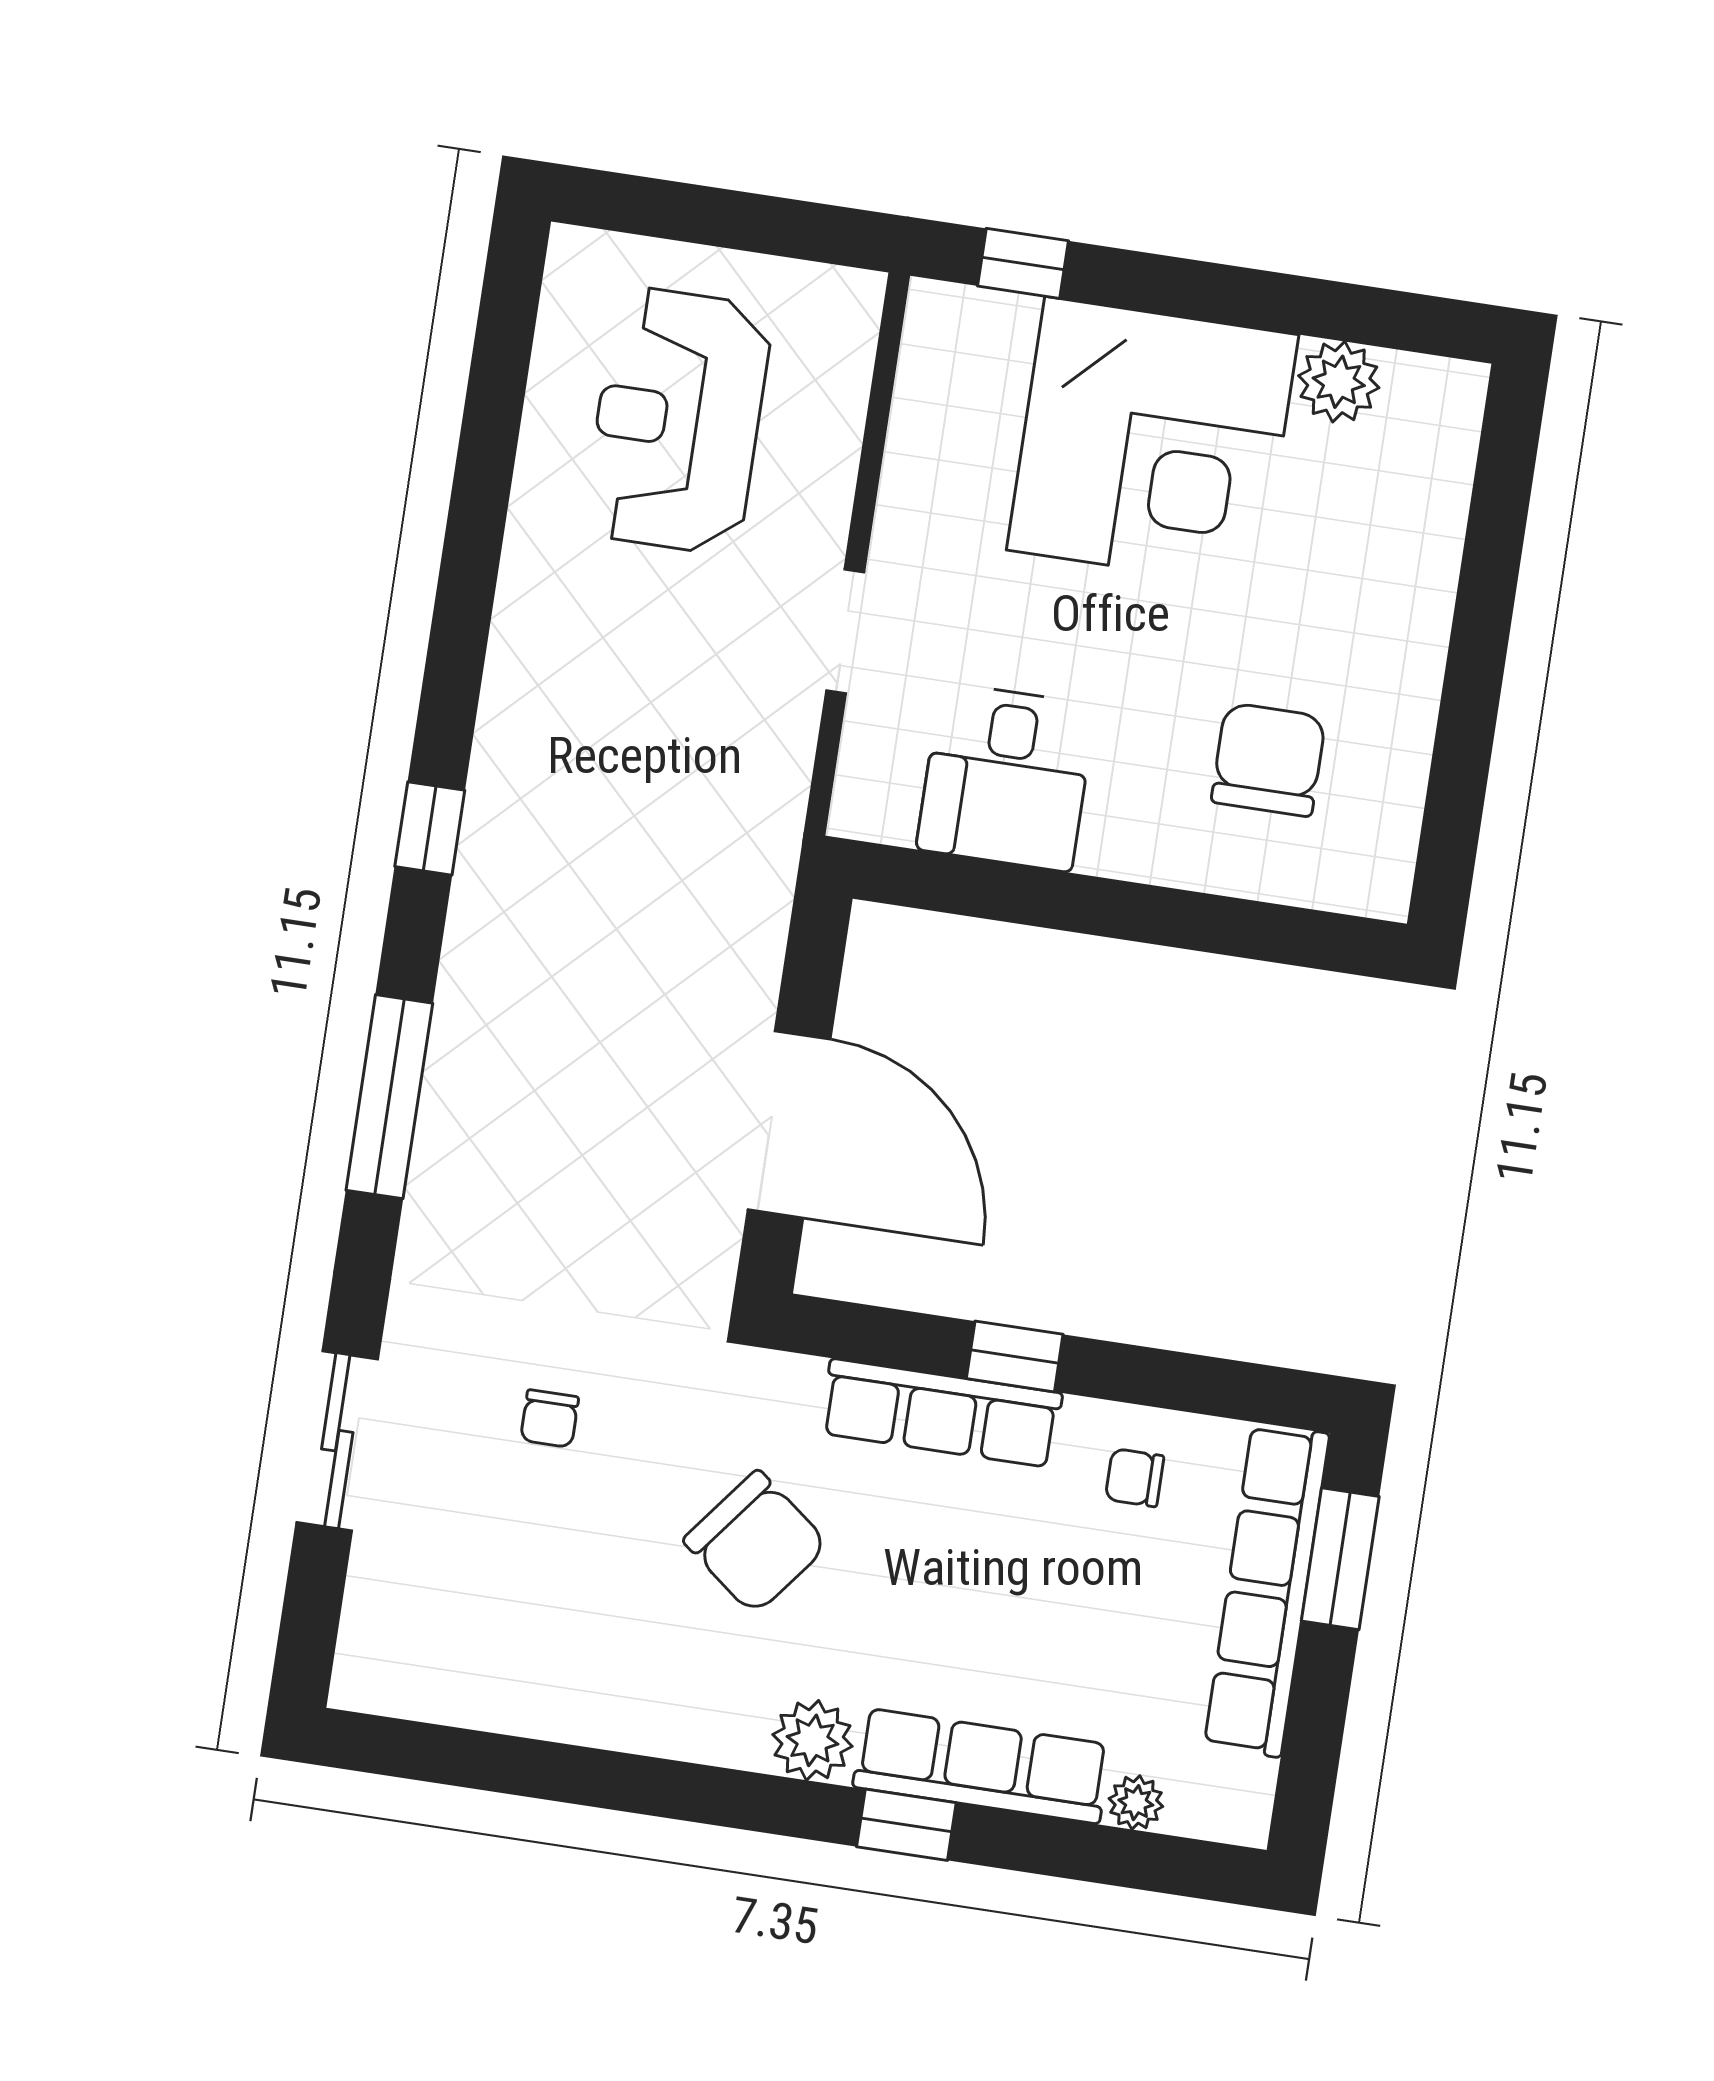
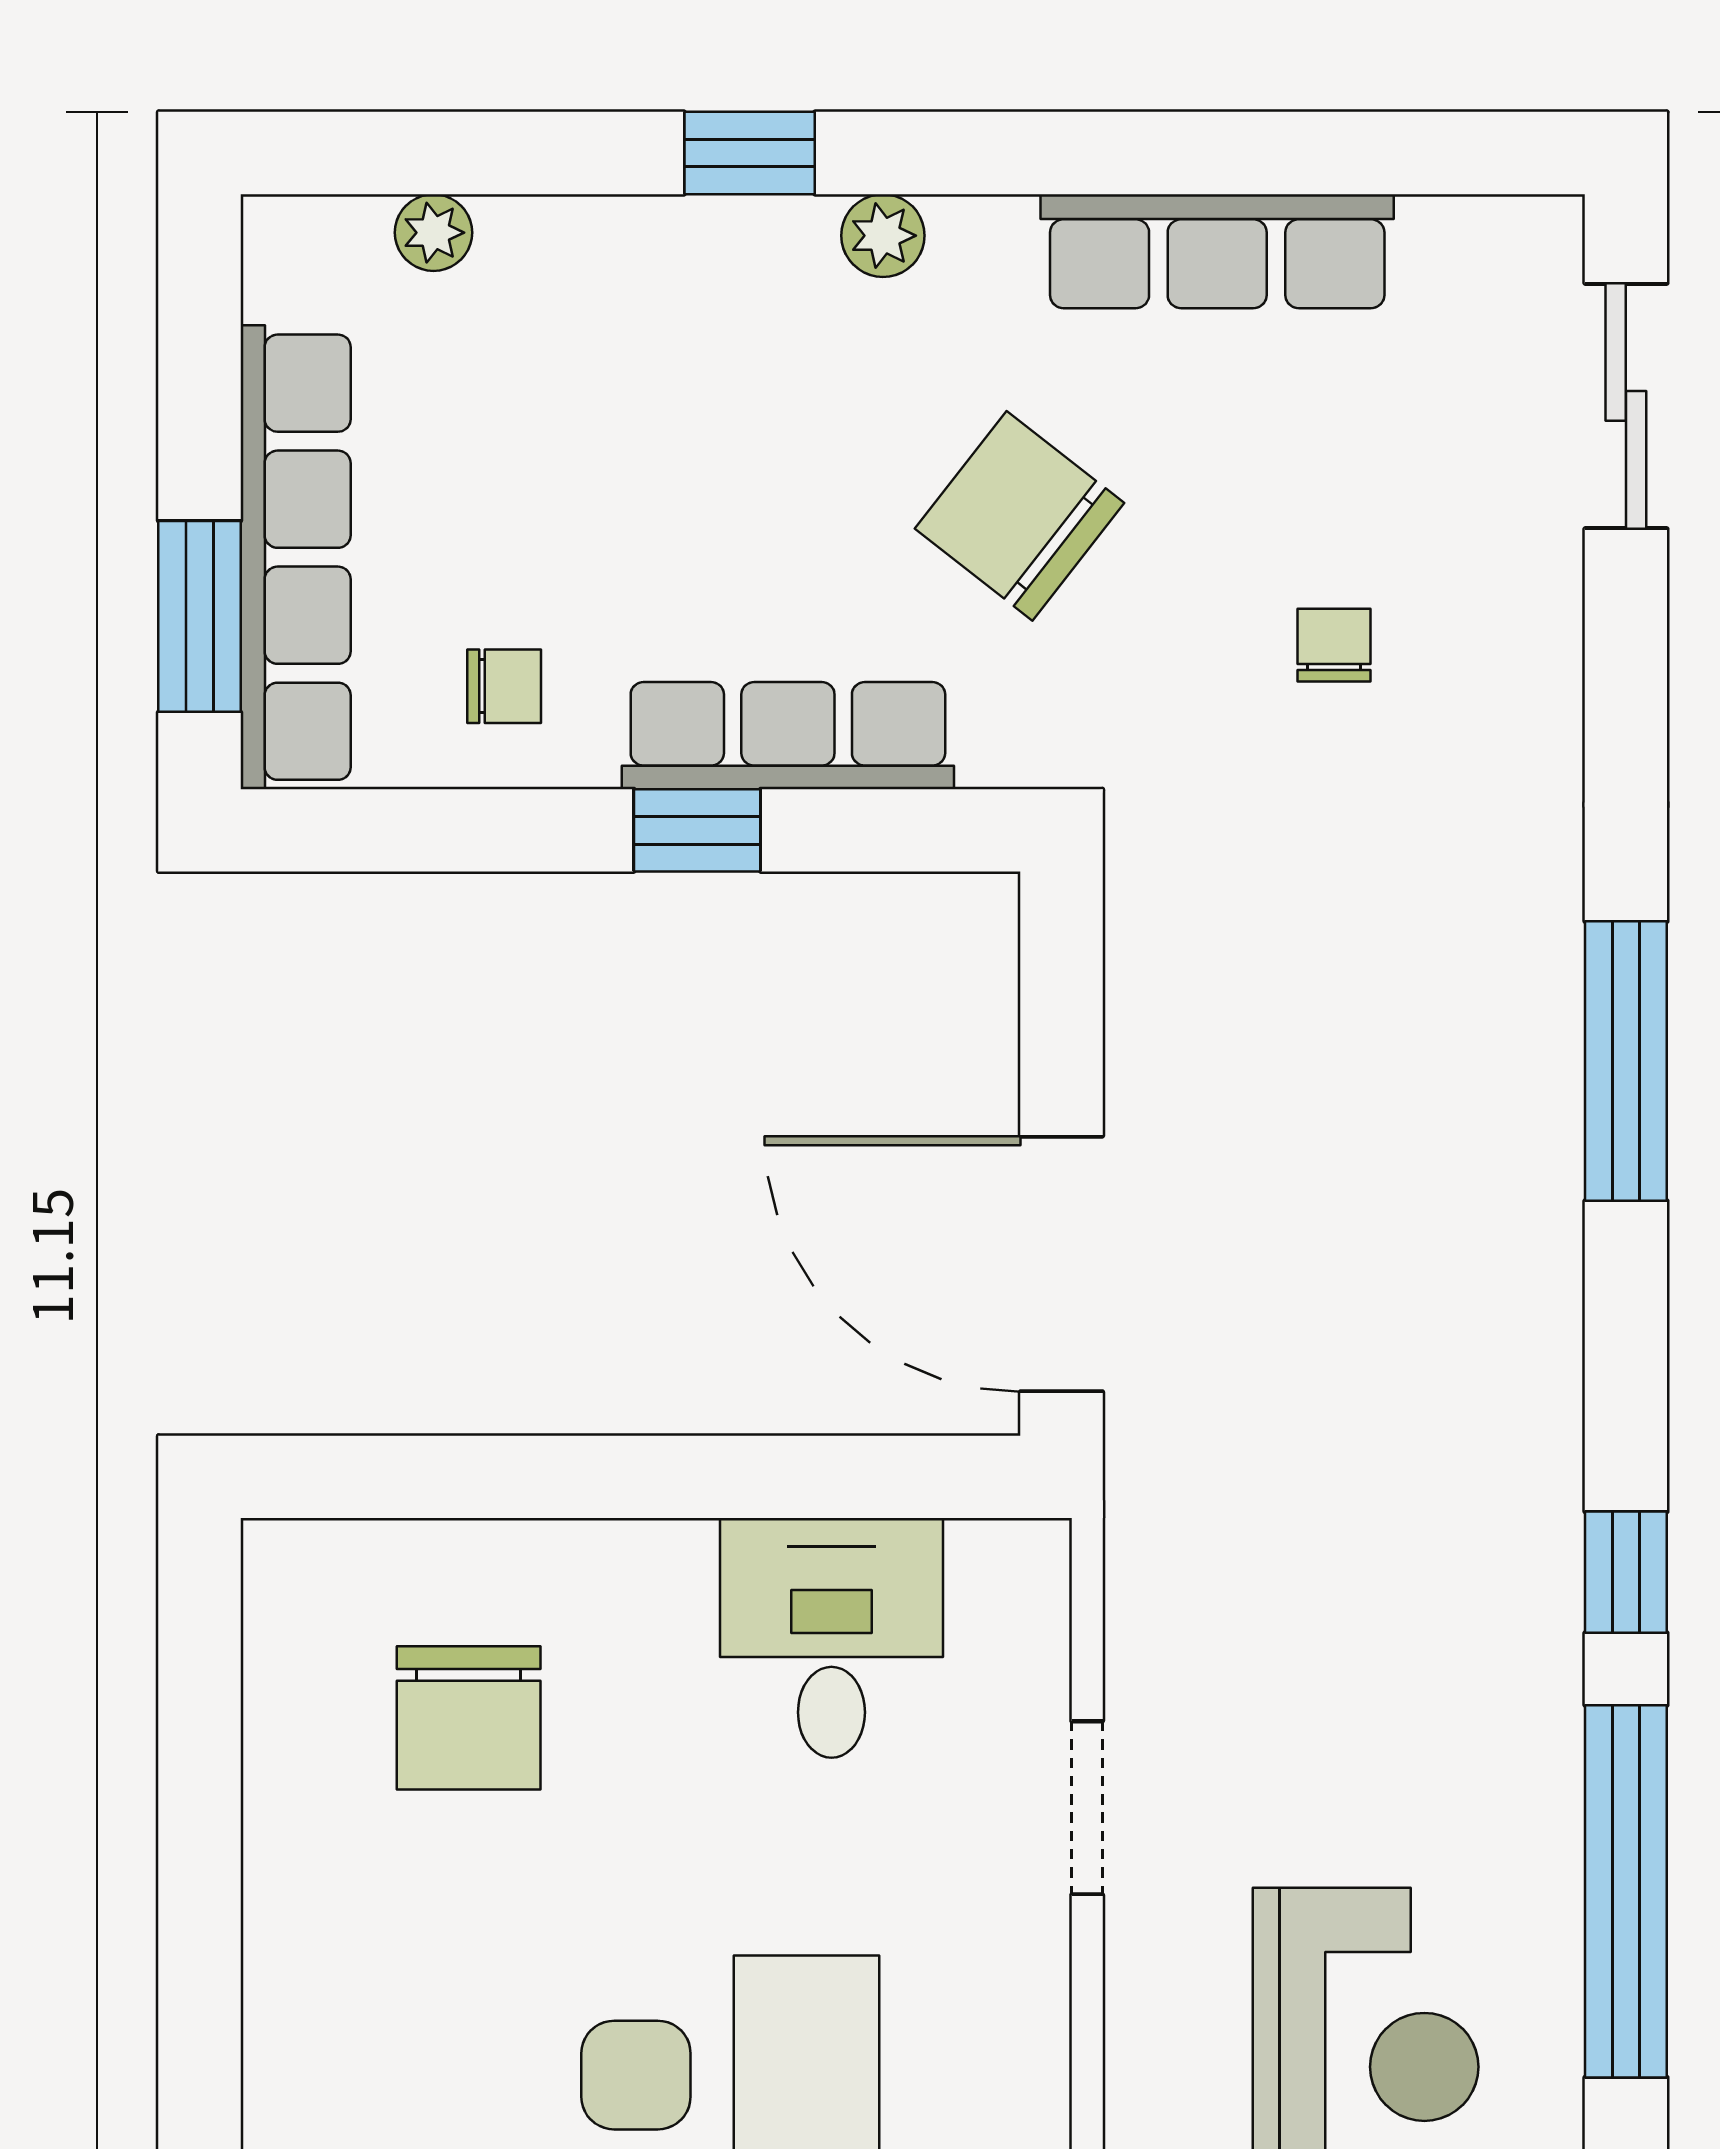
window: (477, 516) -> (1626, 1891), added
window: (430, 828) -> (1626, 1572), moved
door: (789, 1124) -> (1062, 1264), moved
sliding door: (337, 1441) -> (1626, 406), moved
plant: (813, 1740) -> (883, 236), width x0.73, depth x0.73
row of seats: (982, 1766) -> (1217, 251), moved

